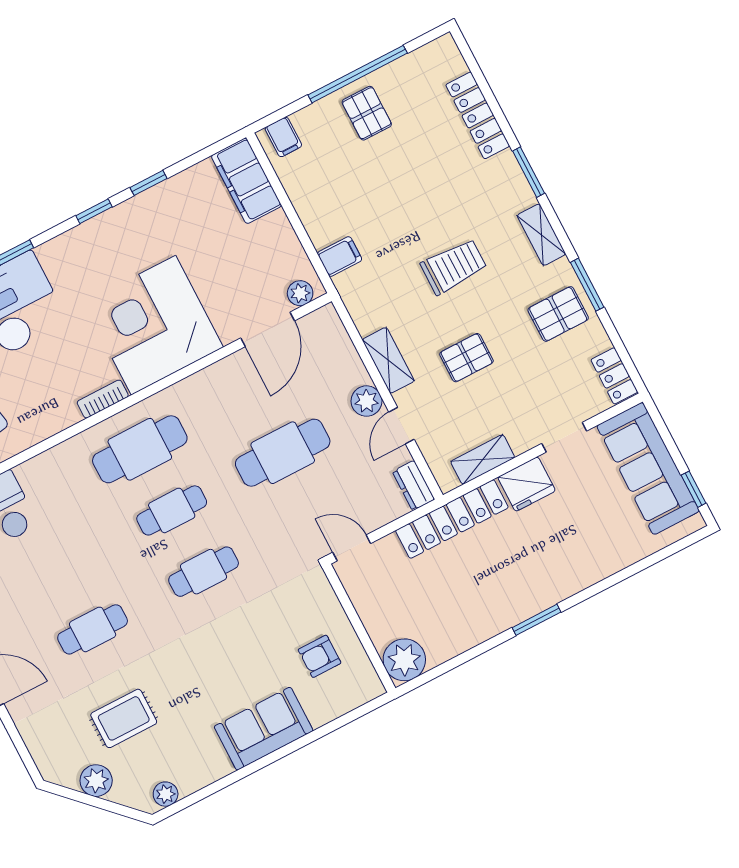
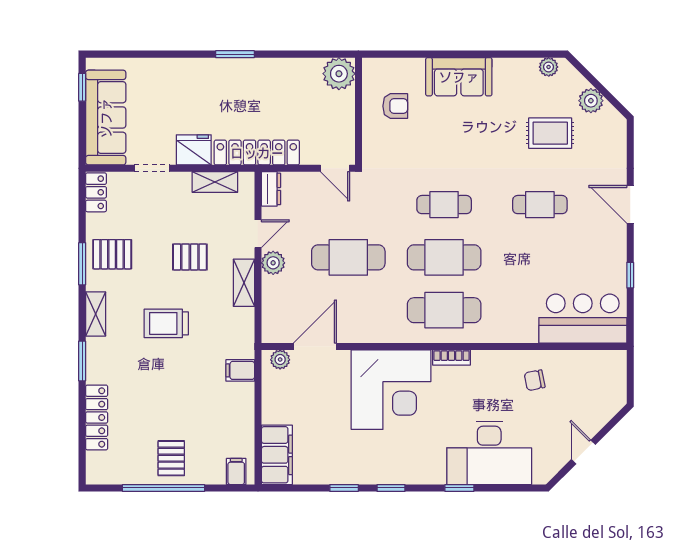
cafe table: (172, 510) -> (444, 257), width x1.37, depth x1.35

